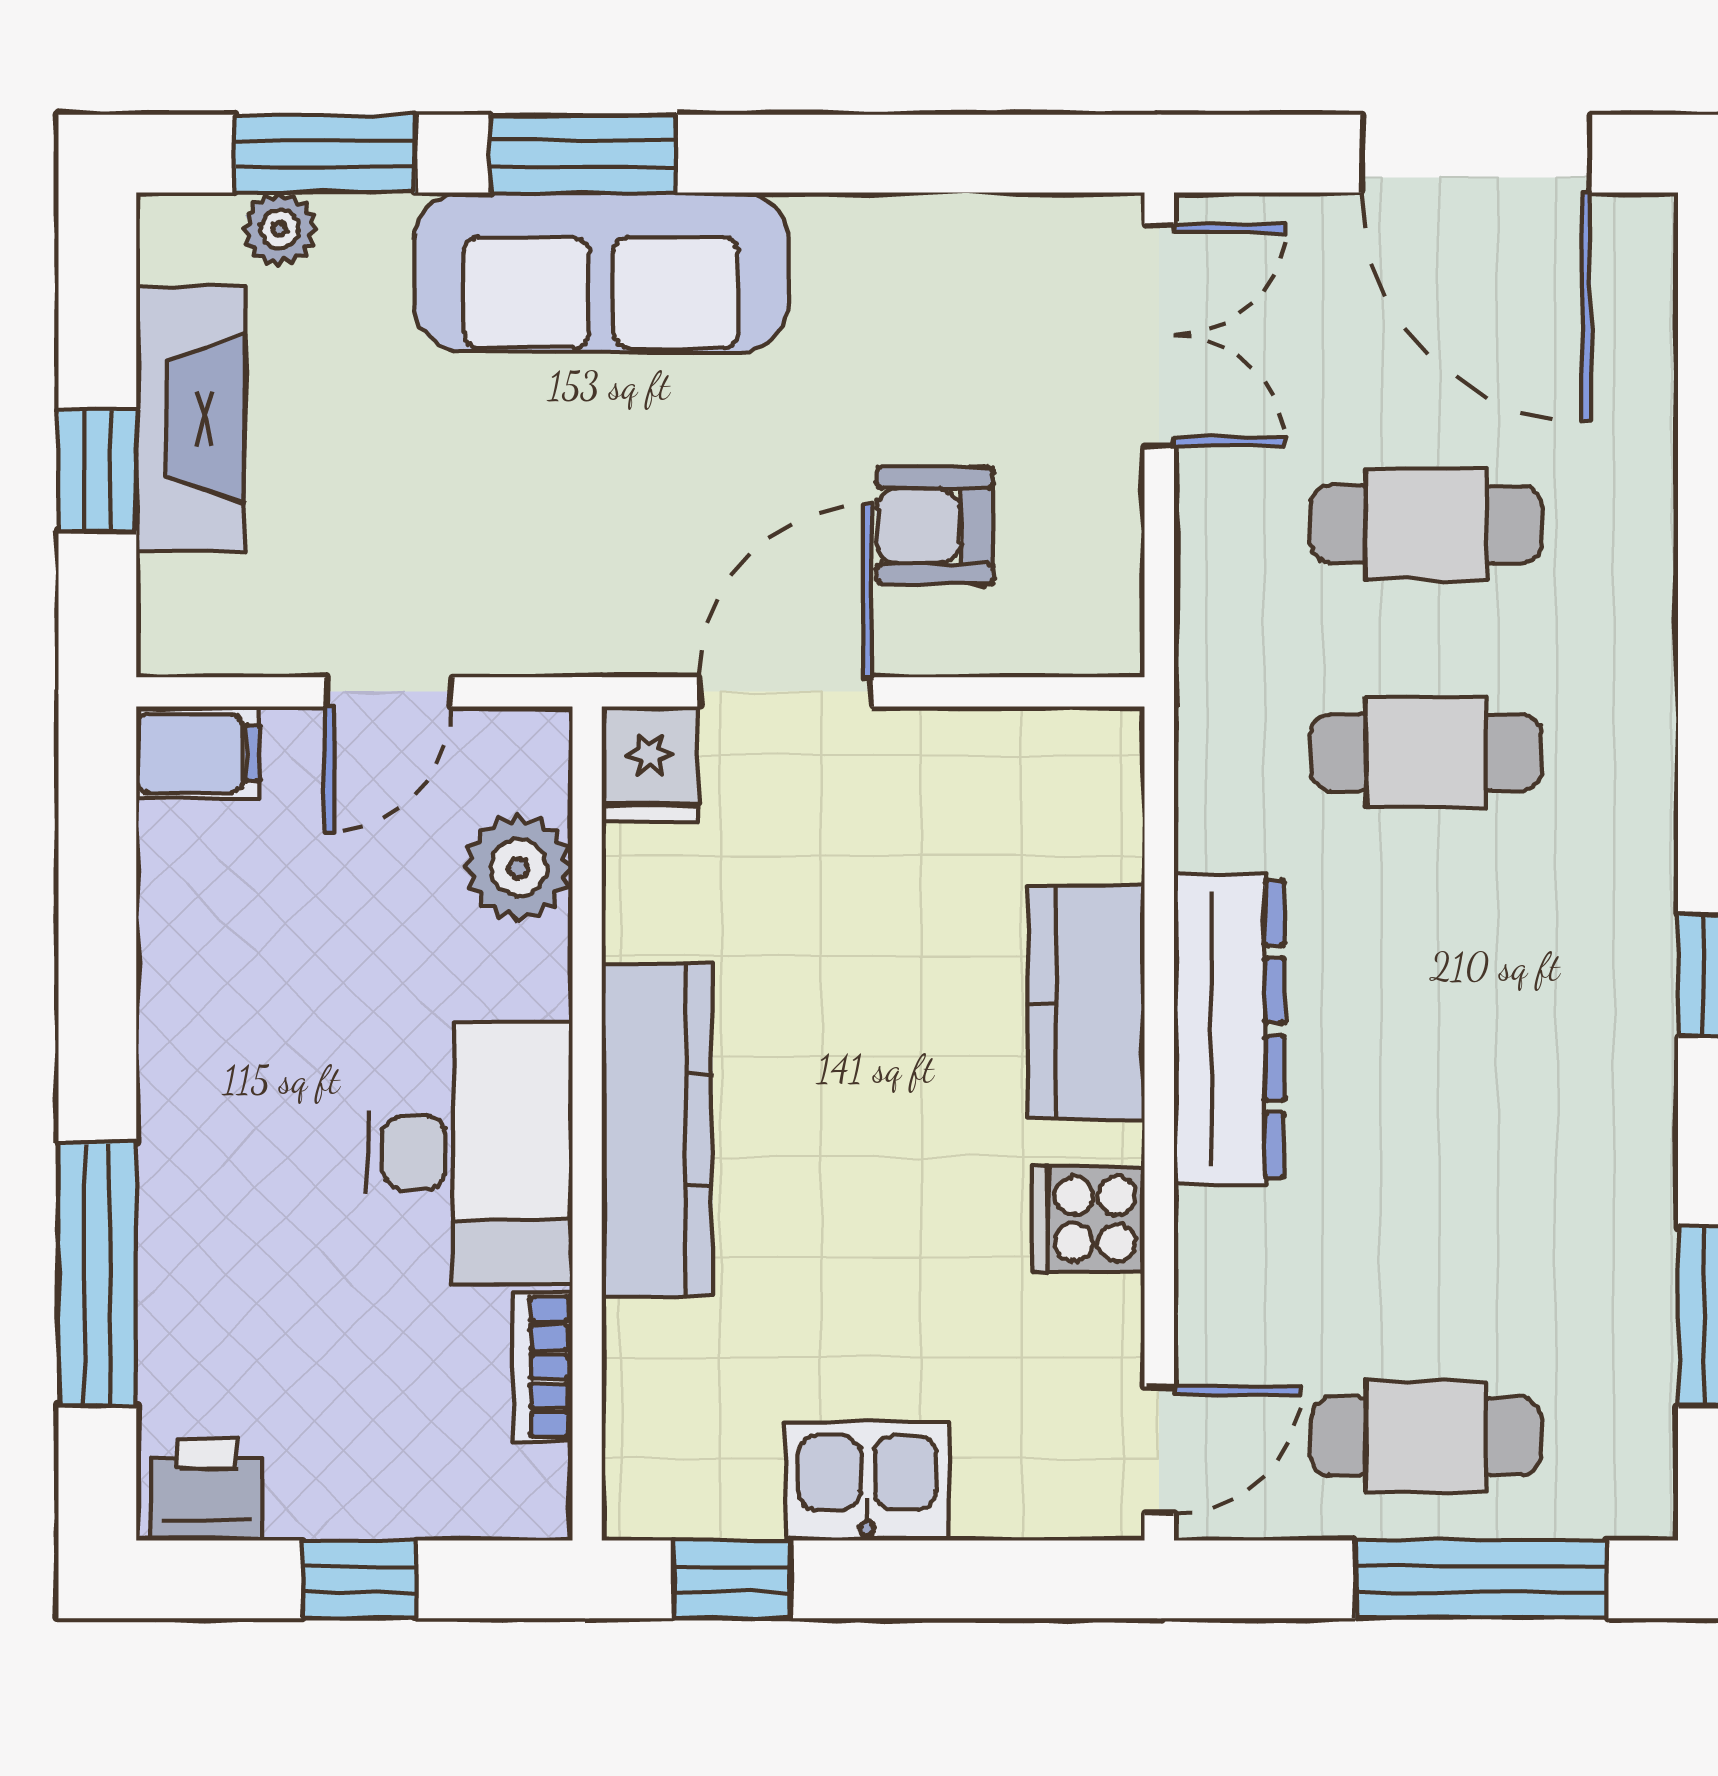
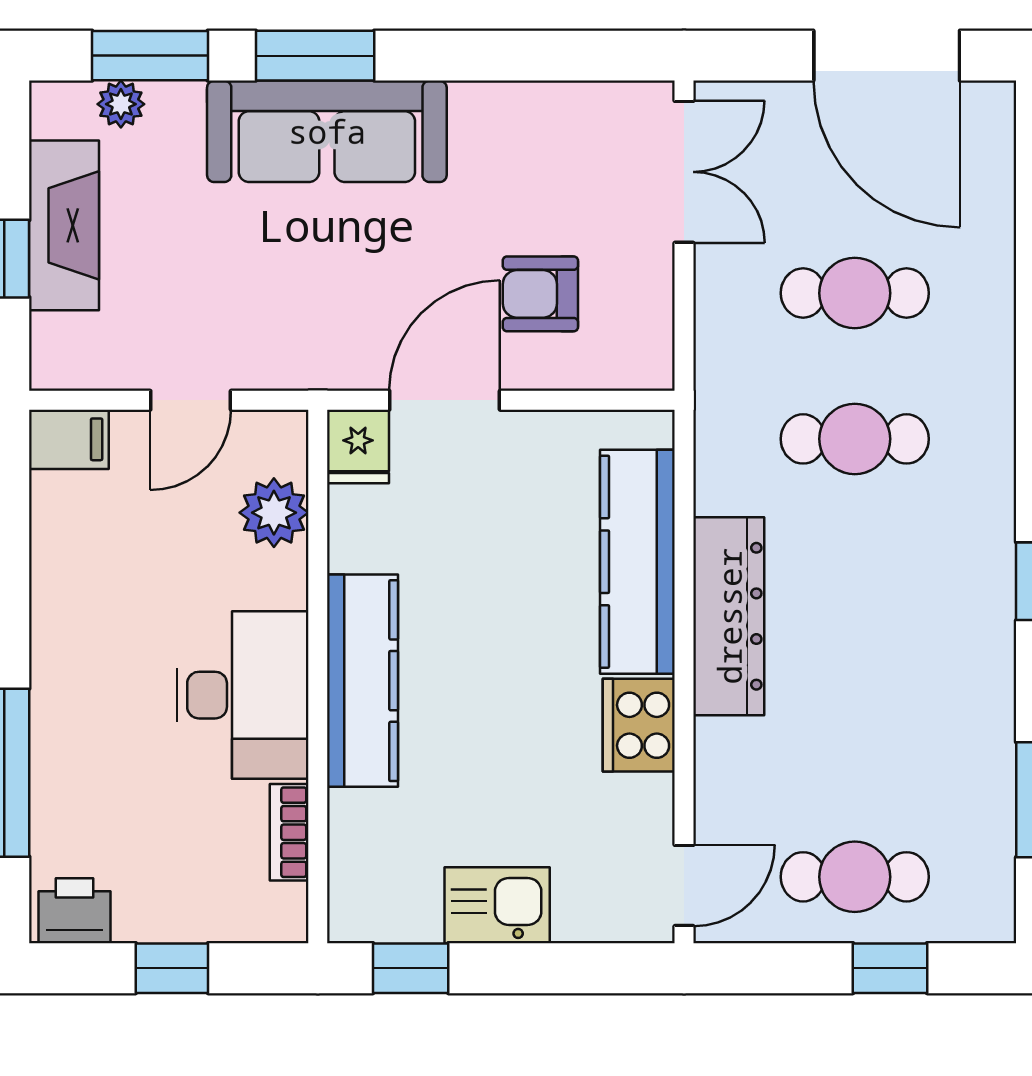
kitchen counter: (1086, 1003) -> (637, 562), width x1.50
cooker: (1089, 1219) -> (639, 725), width x1.36
window: (1481, 1579) -> (890, 968), width x0.46

